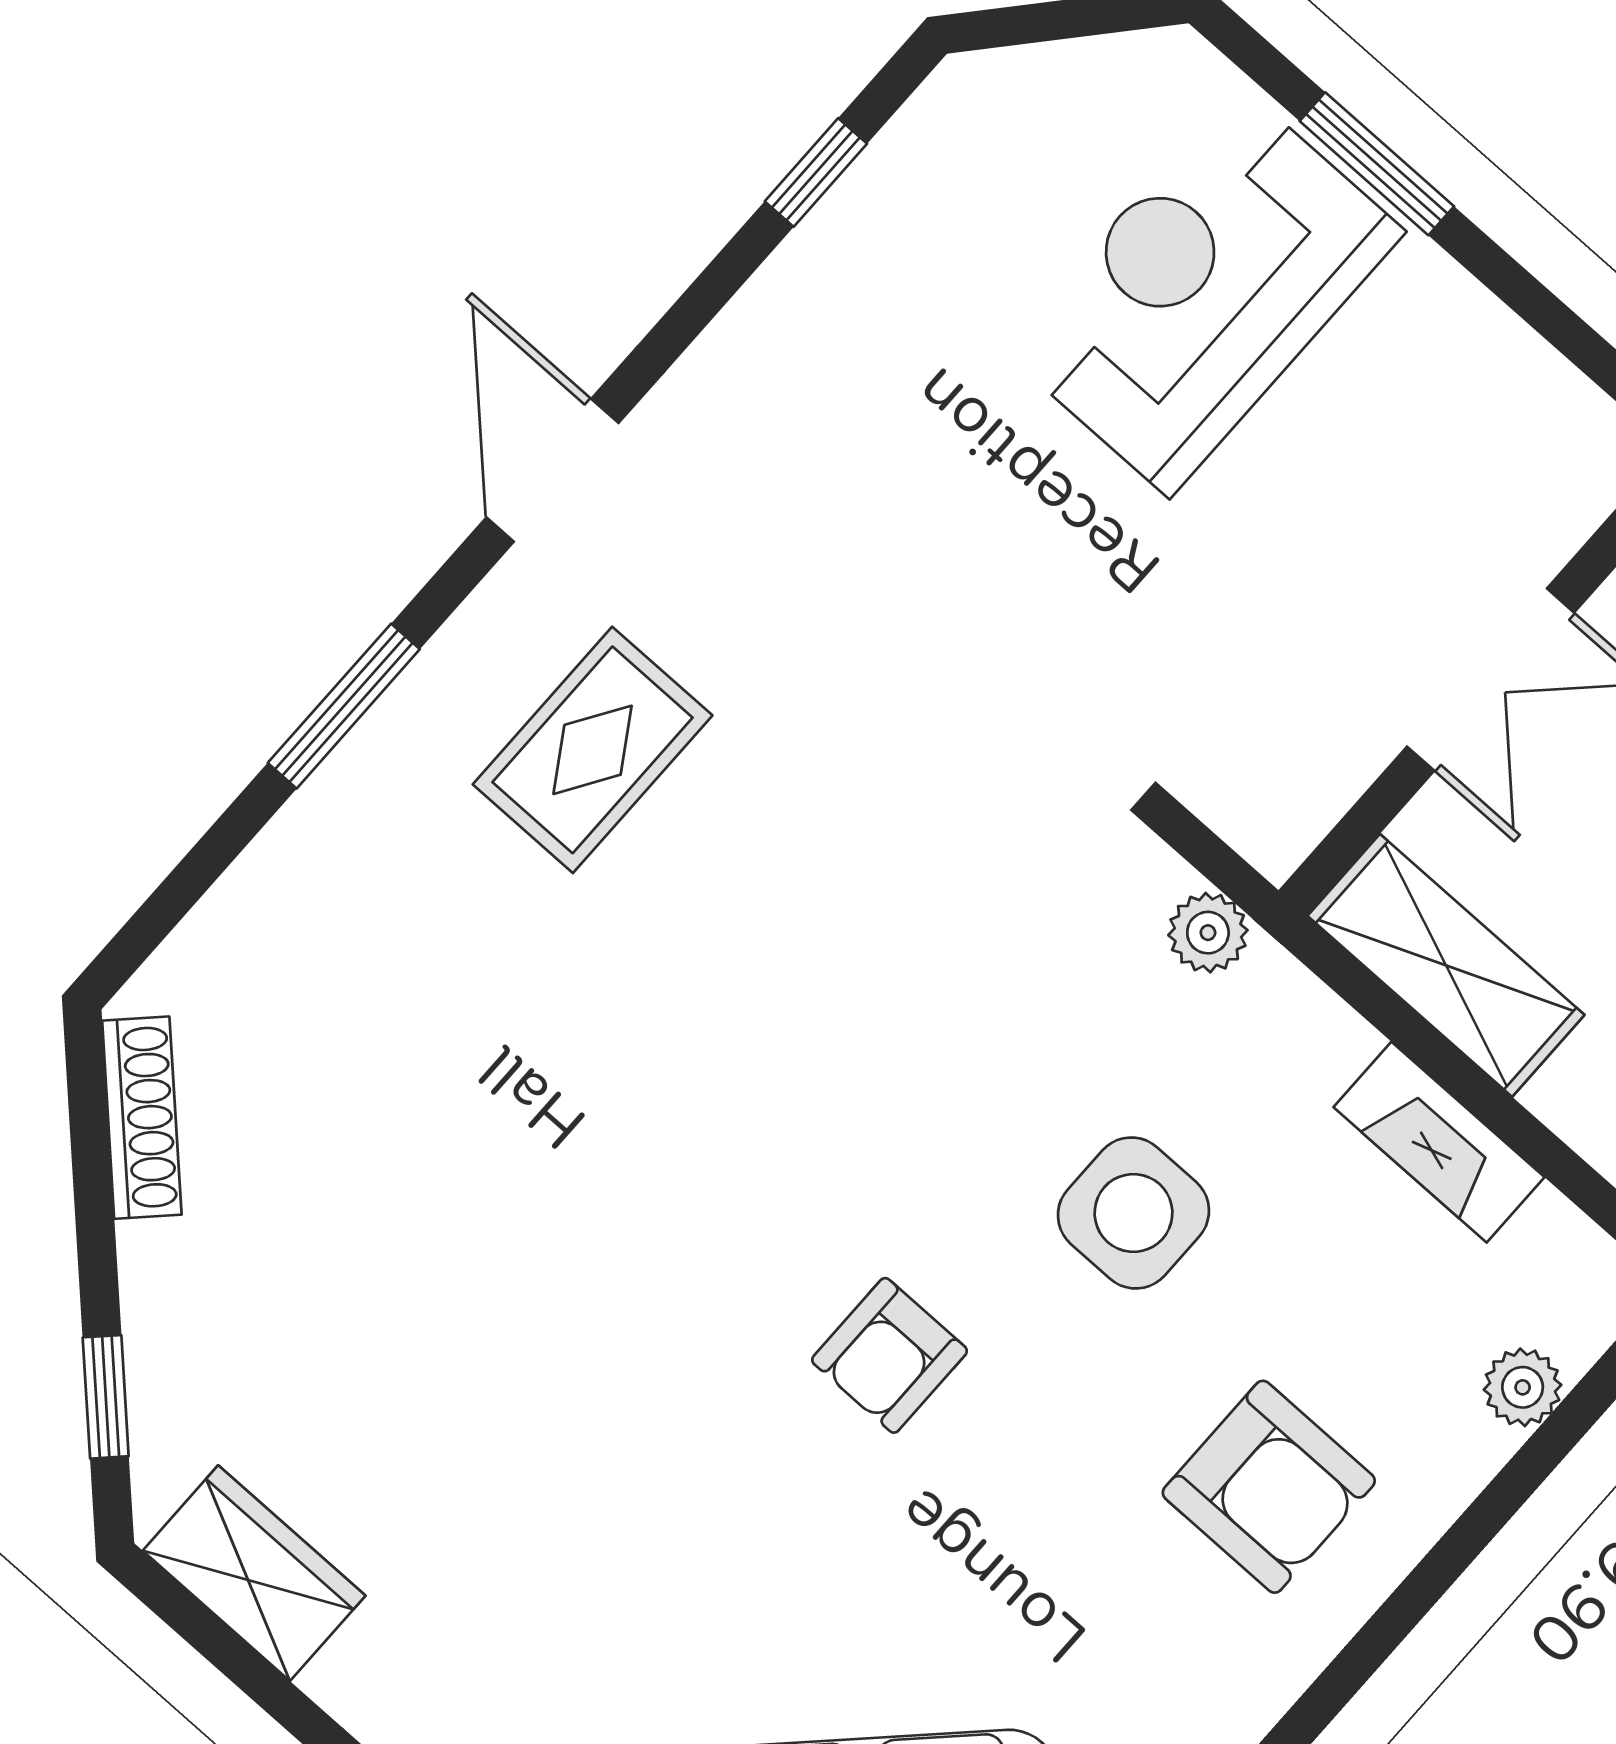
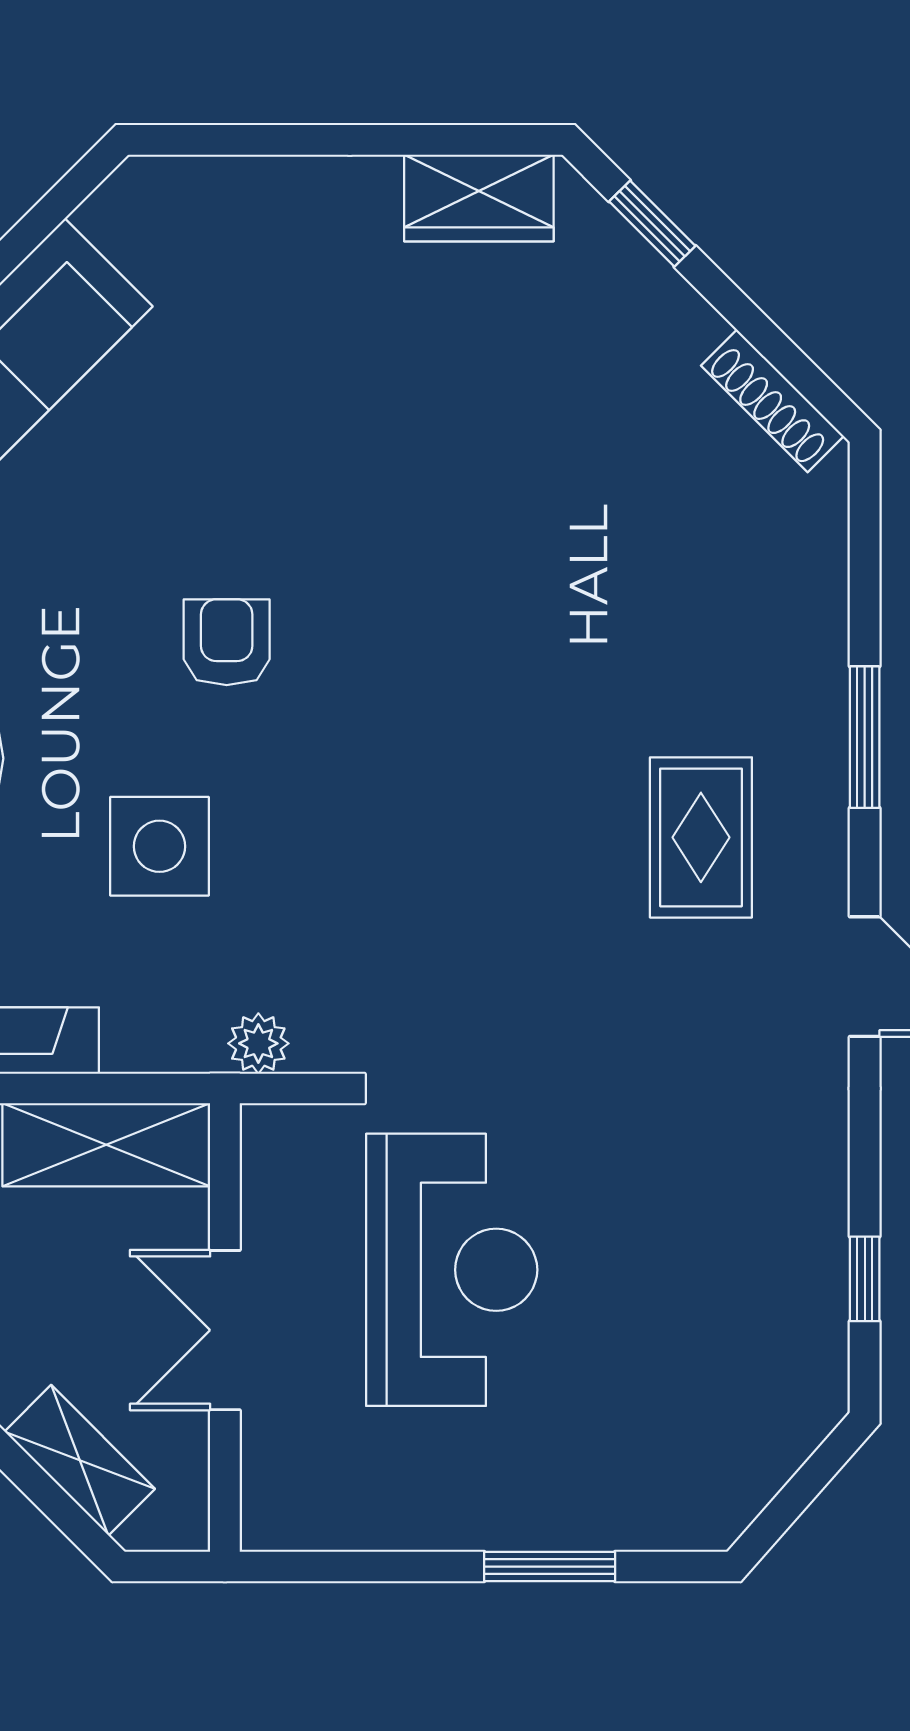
reception desk: (1204, 291) -> (452, 1270), moved

